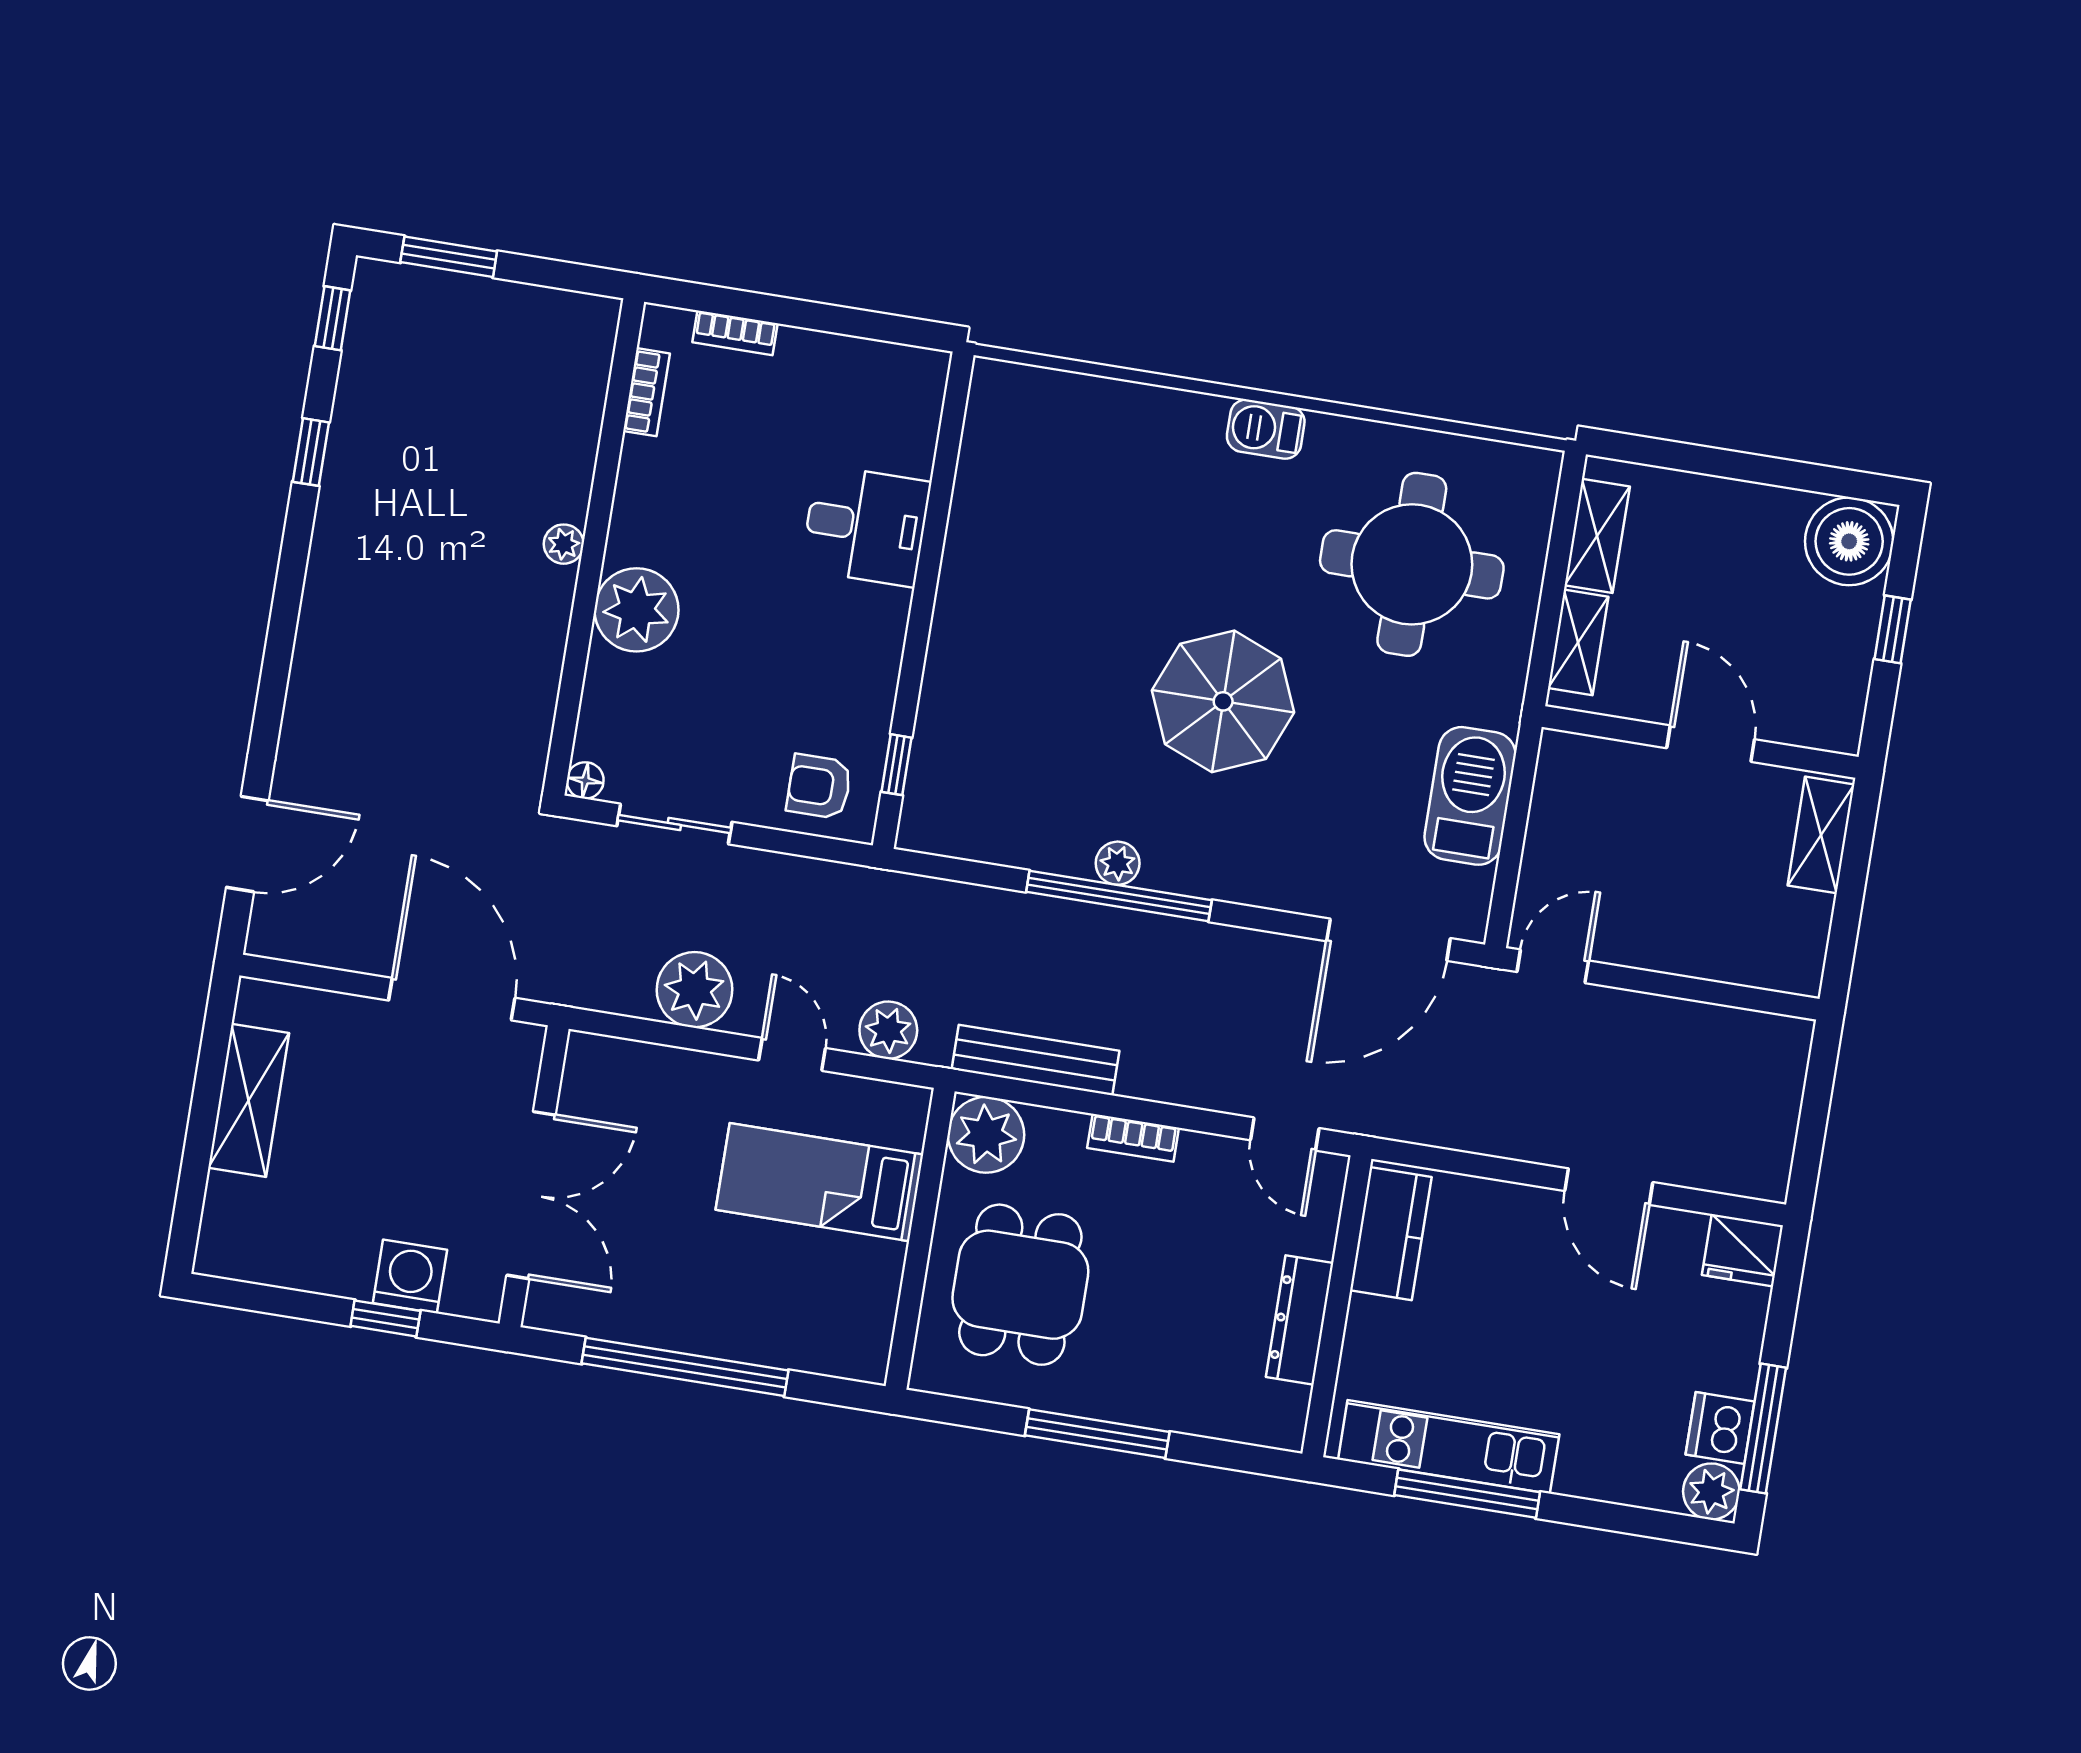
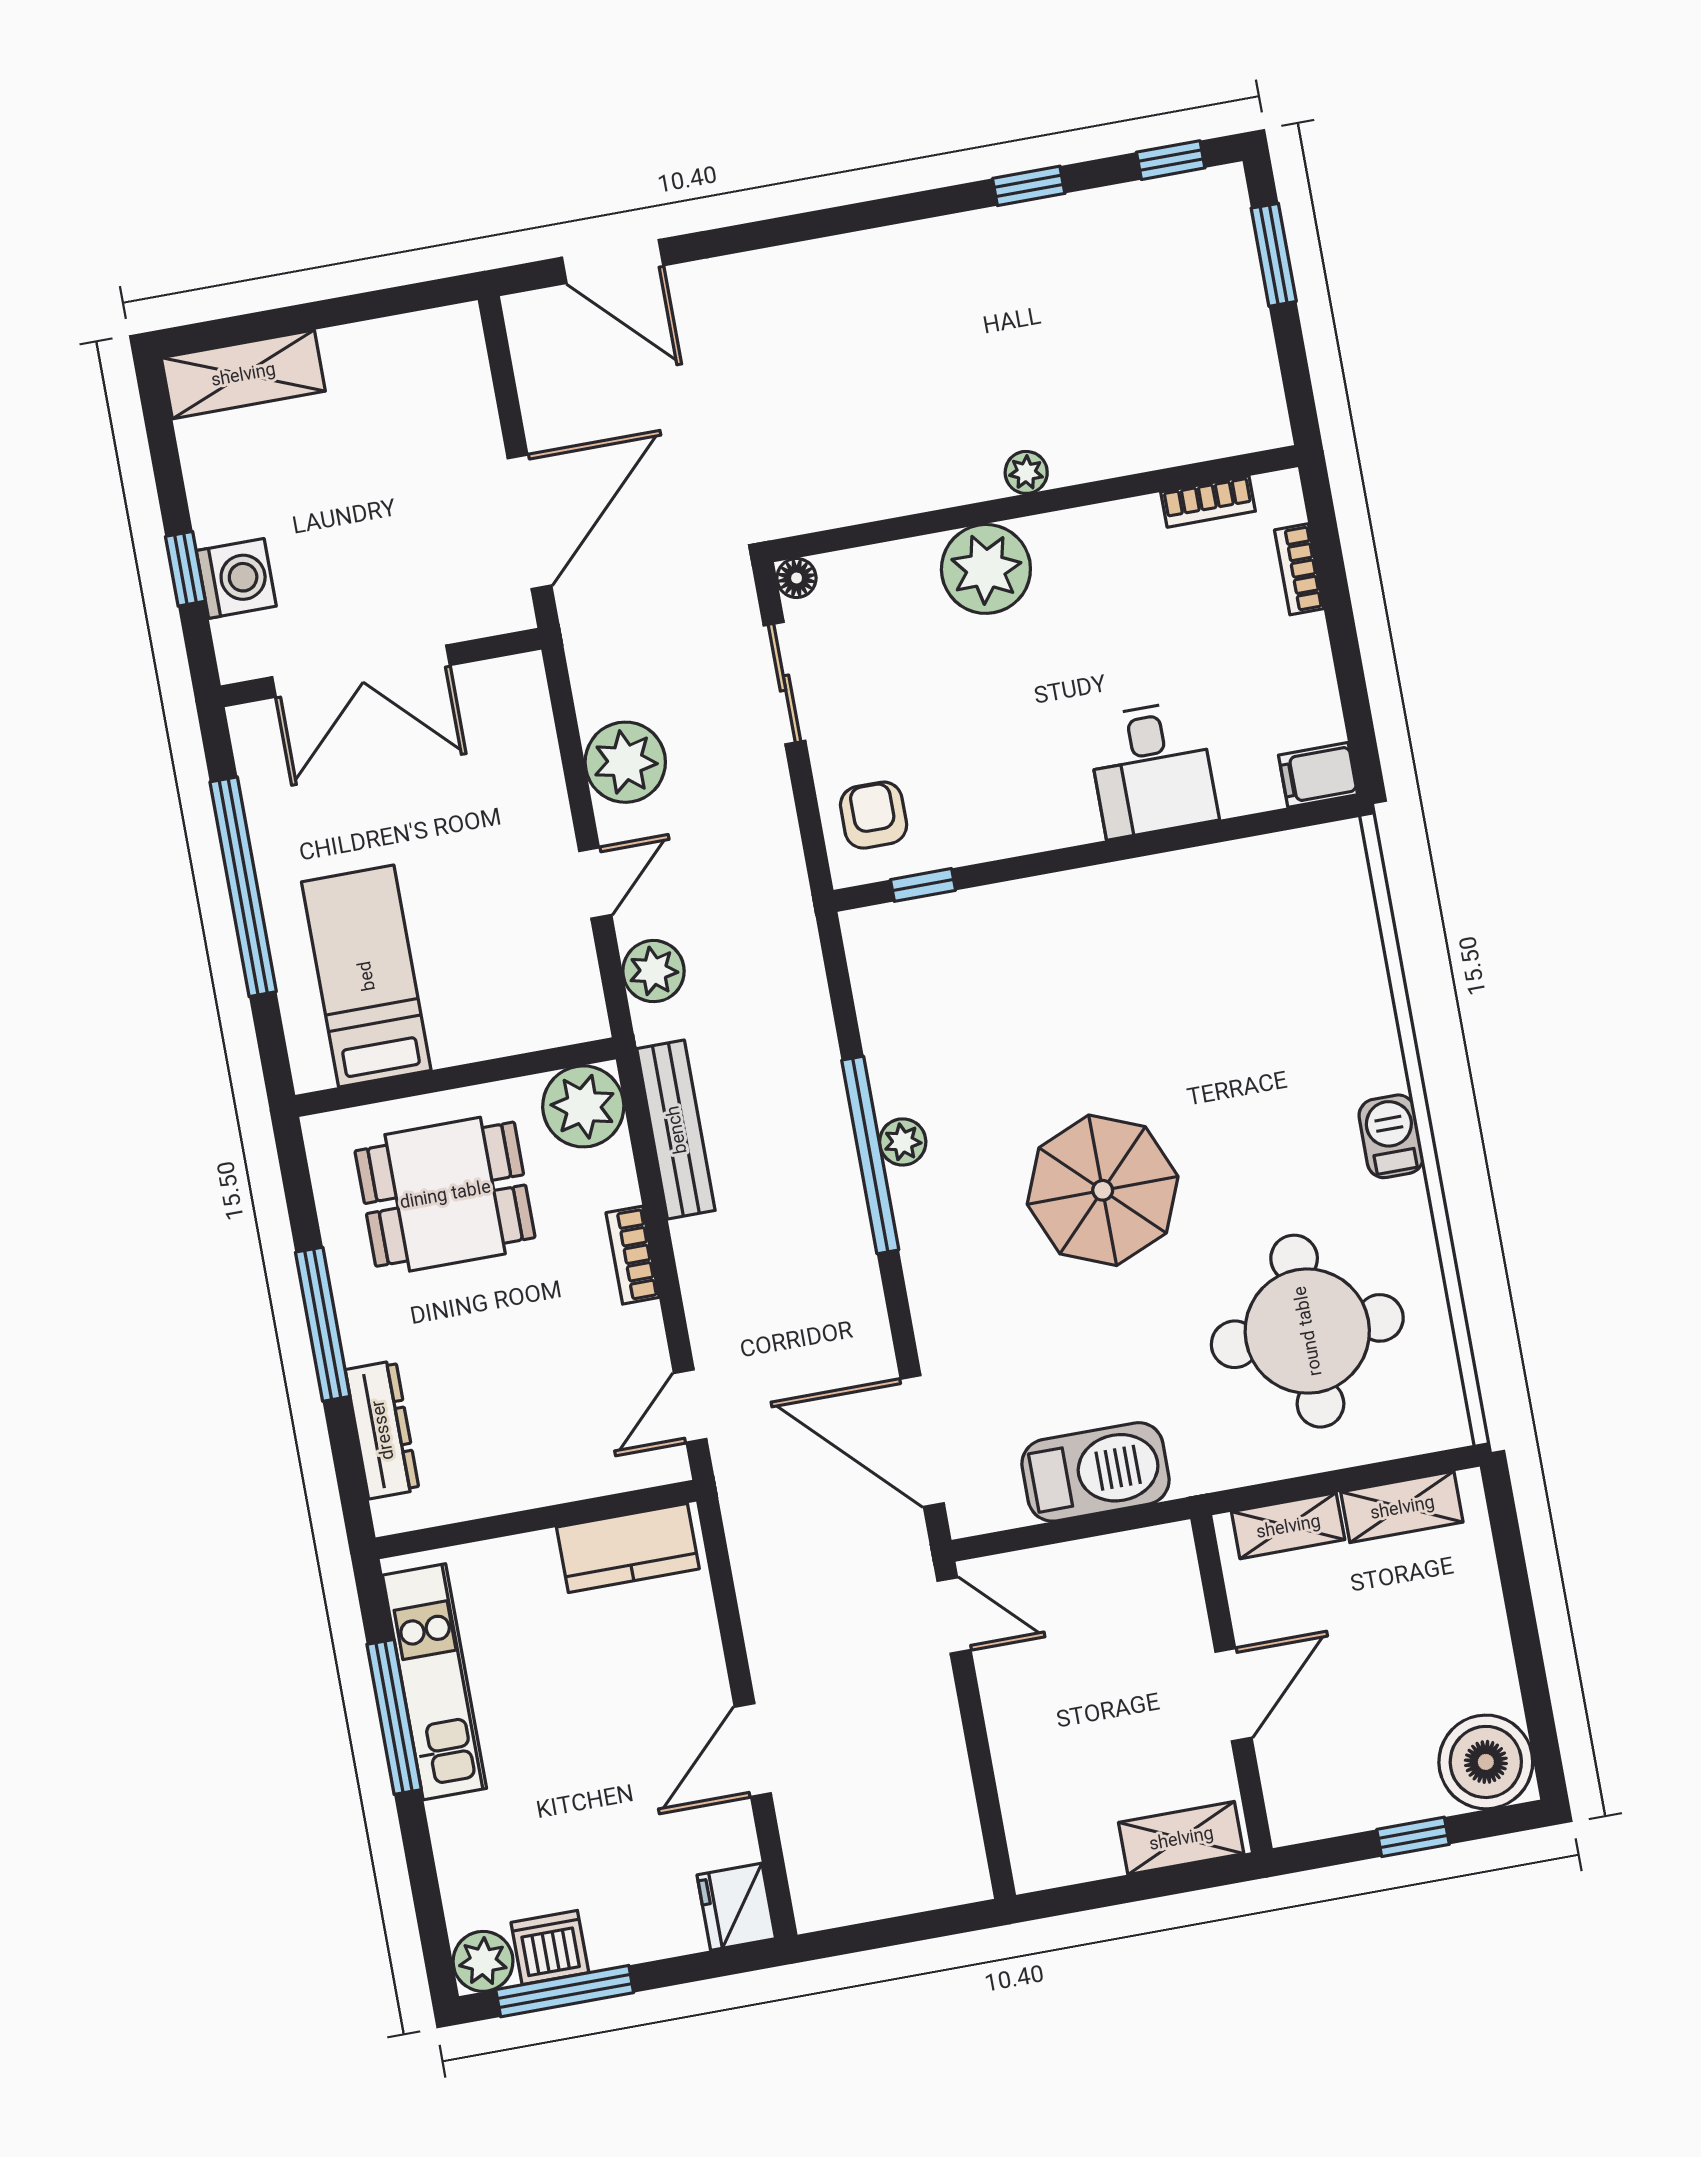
filing cabinet: (923, 380) -> (1318, 775), added
shelving: (249, 1100) -> (243, 374), moved
bed: (819, 1182) -> (366, 976), moved
dresser: (1300, 1320) -> (382, 1430), moved, turned 90

